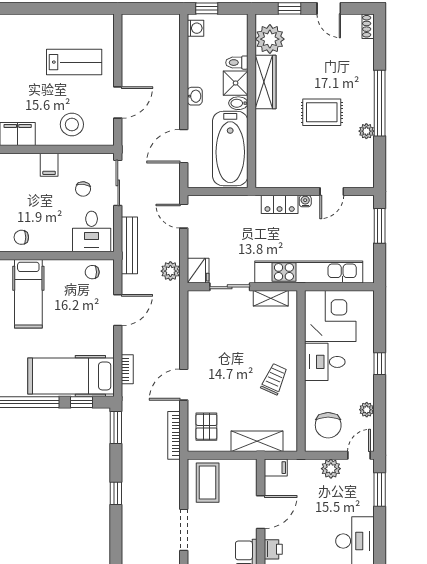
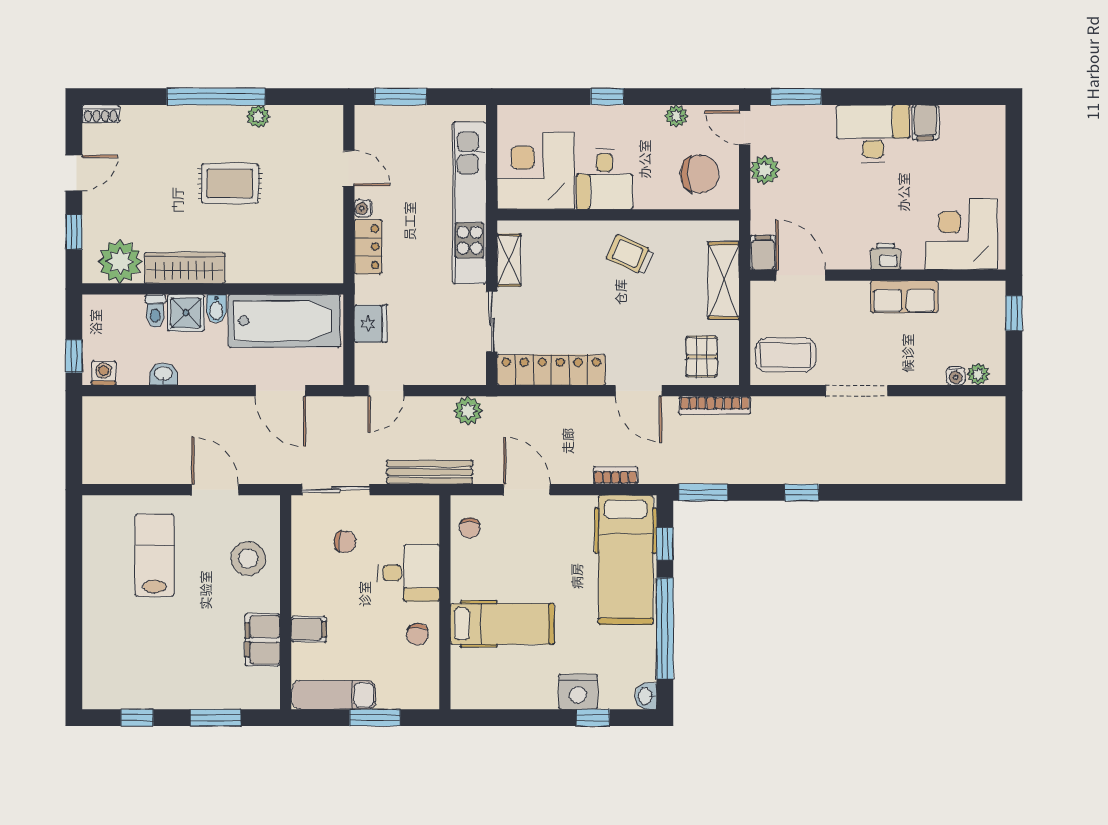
washbasin: (195, 96) -> (163, 374), moved
rug: (322, 112) -> (230, 183), turned 90
filing cabinet: (49, 165) -> (309, 629), moved
desk: (92, 231) -> (409, 573), moved
fridge: (198, 271) -> (370, 324), moved, turned 90
locker: (198, 326) -> (551, 370), added
pallet: (206, 427) -> (702, 357), turned 90
door: (261, 512) -> (801, 275), moved

